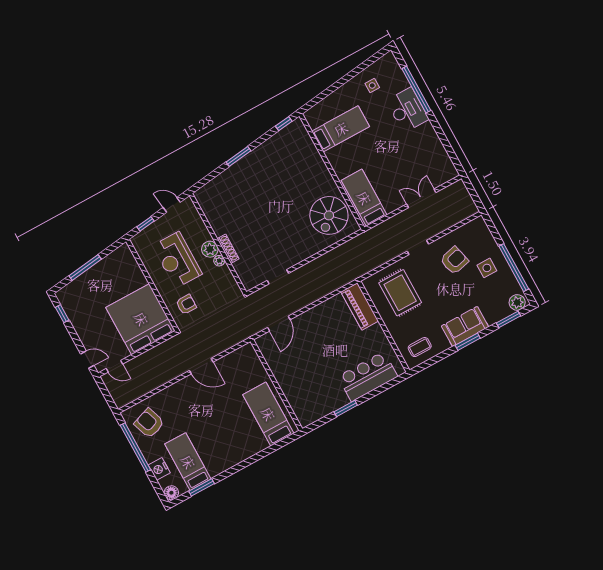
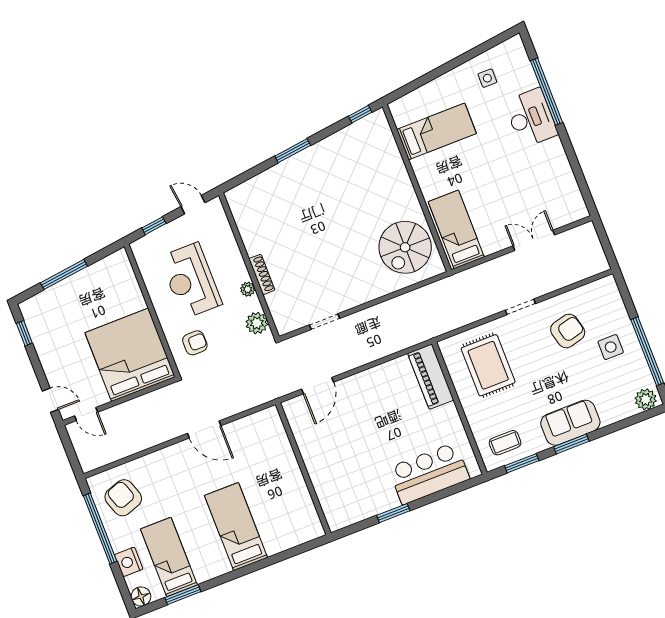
plant: (210, 249) -> (257, 323), moved
window: (508, 319) -> (522, 463), moved
bed: (268, 414) -> (236, 527), moved

